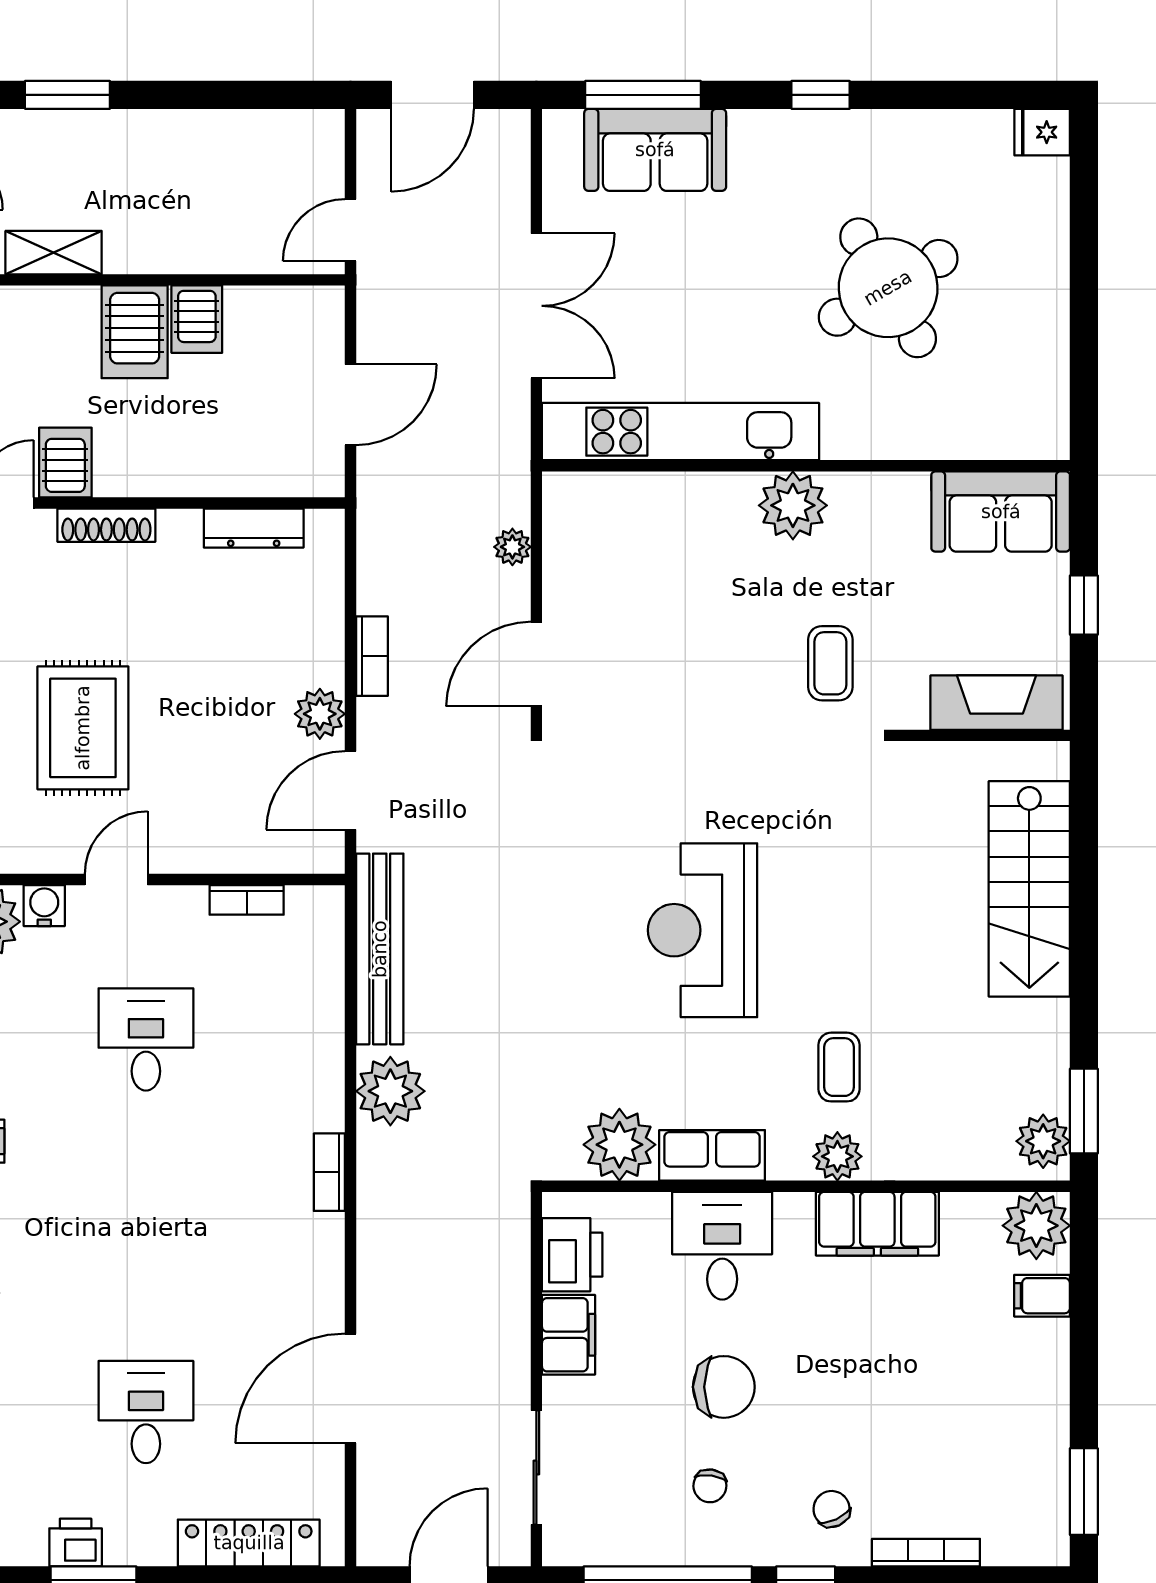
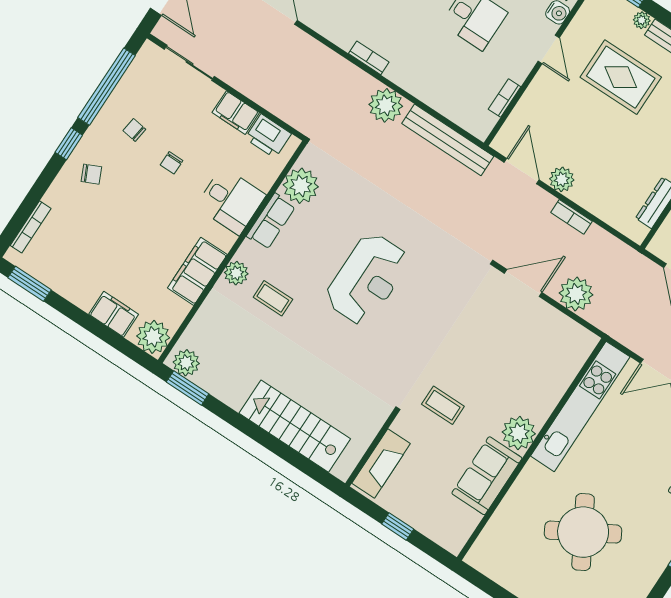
sofa: (1001, 512) -> (487, 476), moved
plant: (512, 547) -> (576, 294), width x1.88, depth x1.88
door: (536, 664) -> (523, 283), hinge flipped
reception desk: (703, 930) -> (367, 279), turned 90
filing cabinet: (1042, 1296) -> (114, 314), width x2.00
chair: (724, 1387) -> (172, 163), width x0.54, depth x0.54
bookcase: (926, 1553) -> (31, 227), moved

